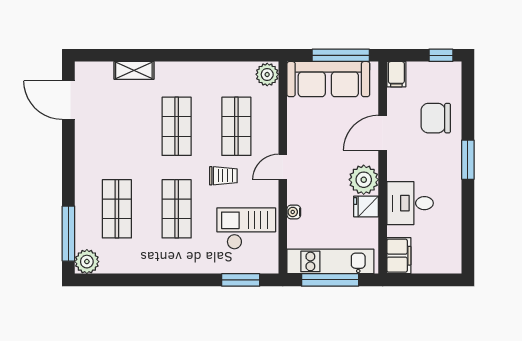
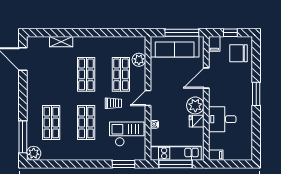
window: (441, 55) -> (230, 33), moved
plant: (267, 74) -> (139, 60), moved
chair: (436, 118) -> (239, 53), moved
filing cabinet: (399, 256) -> (216, 155), width x0.50

